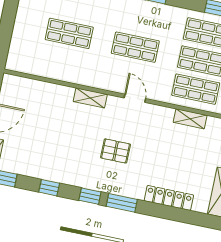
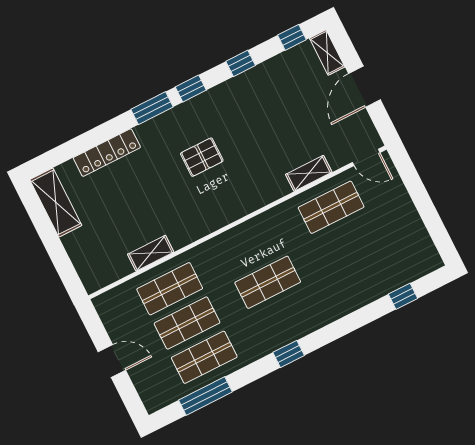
shop shelf: (69, 33) -> (331, 207), moved
shelving: (90, 98) -> (309, 173), moved
door: (135, 98) -> (366, 157), moved

